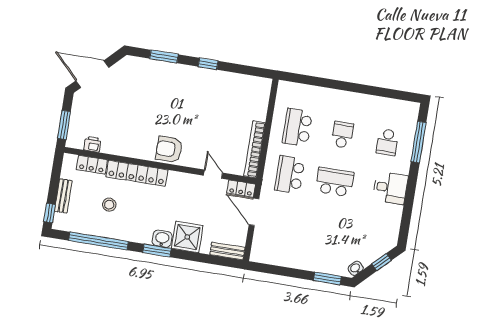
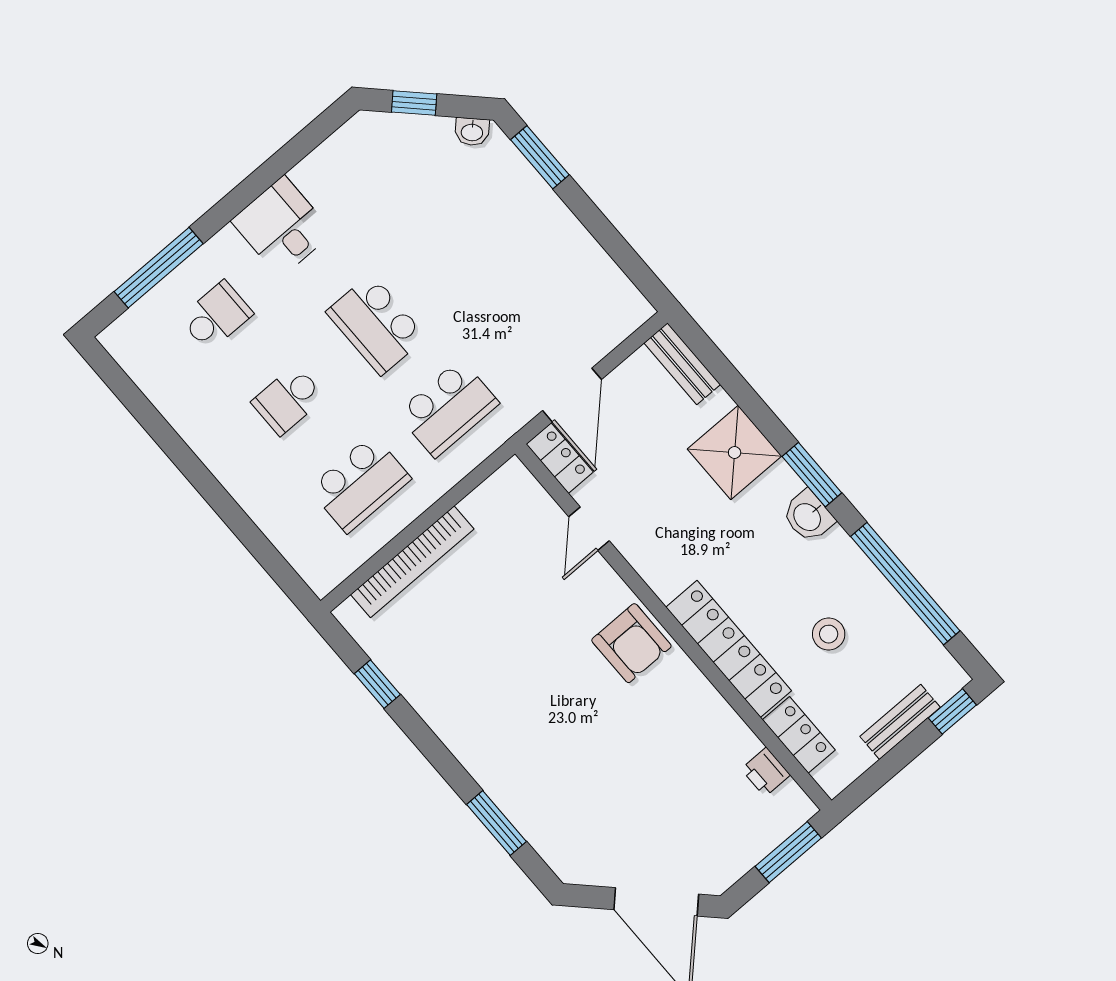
window: (208, 64) -> (377, 684), moved
bookcase: (255, 149) -> (412, 562), moved
washbasin: (162, 239) -> (808, 516), moved

